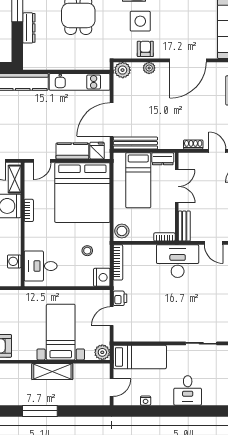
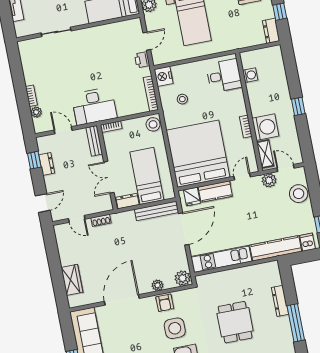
plant: (16, 152) -> (269, 180), added

